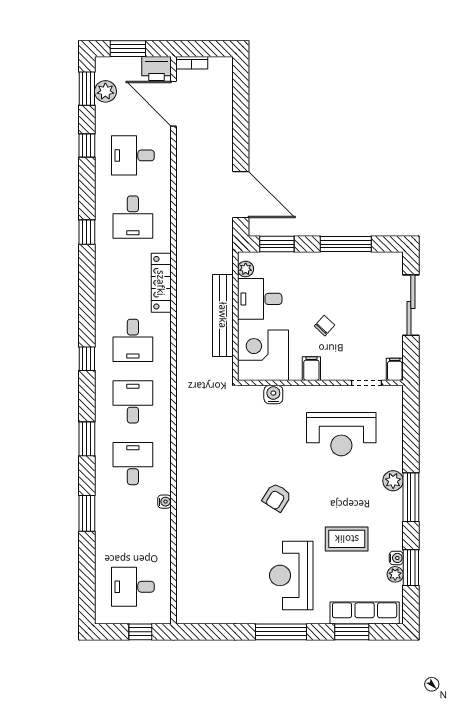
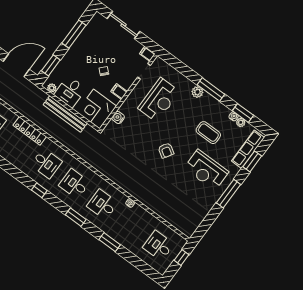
coffee table: (347, 539) -> (208, 133), turned 90
desk: (133, 587) -> (158, 246), turned 90

